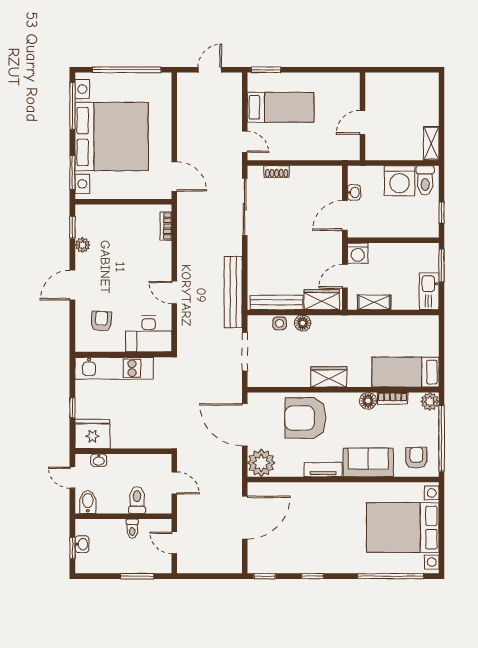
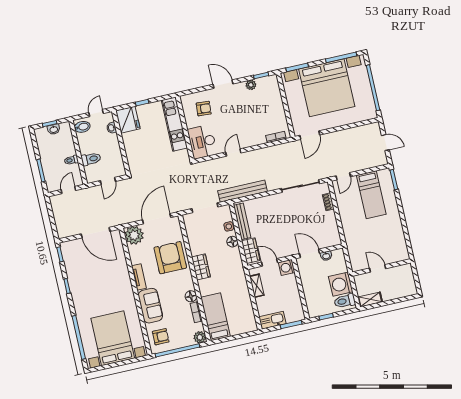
wall: (362, 116) -> (382, 267), moved
door: (362, 122) -> (378, 268), moved

